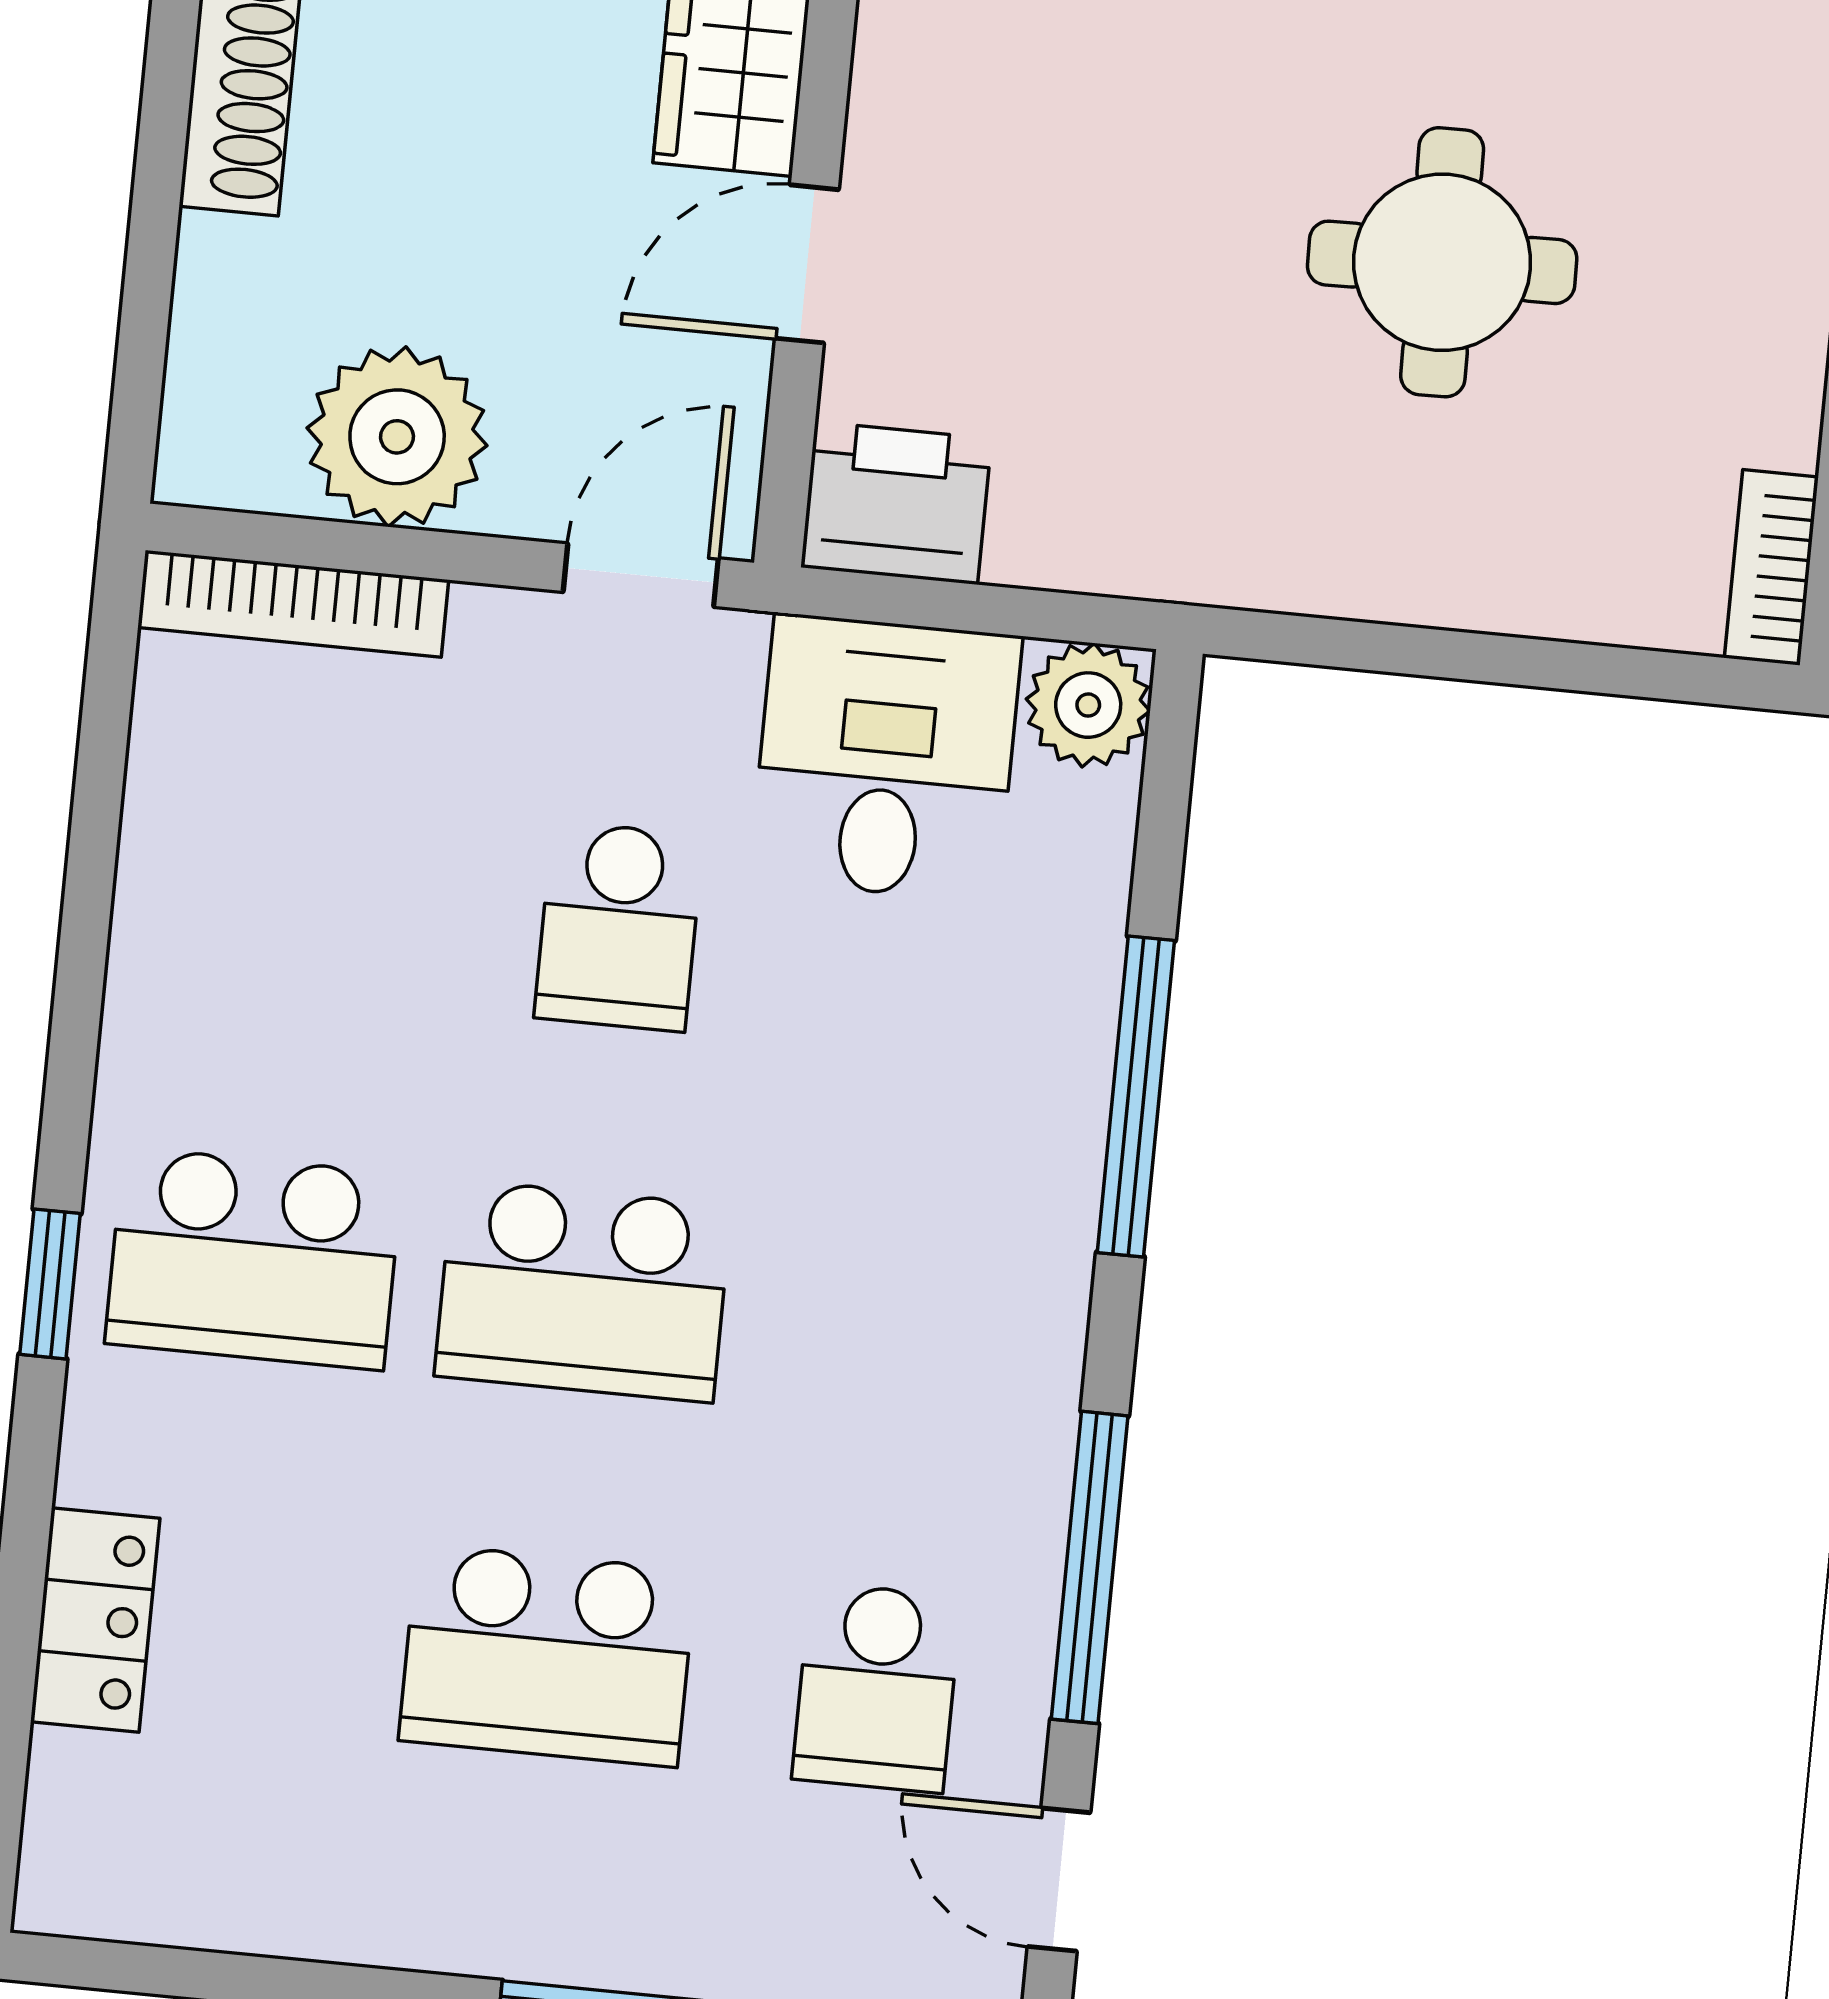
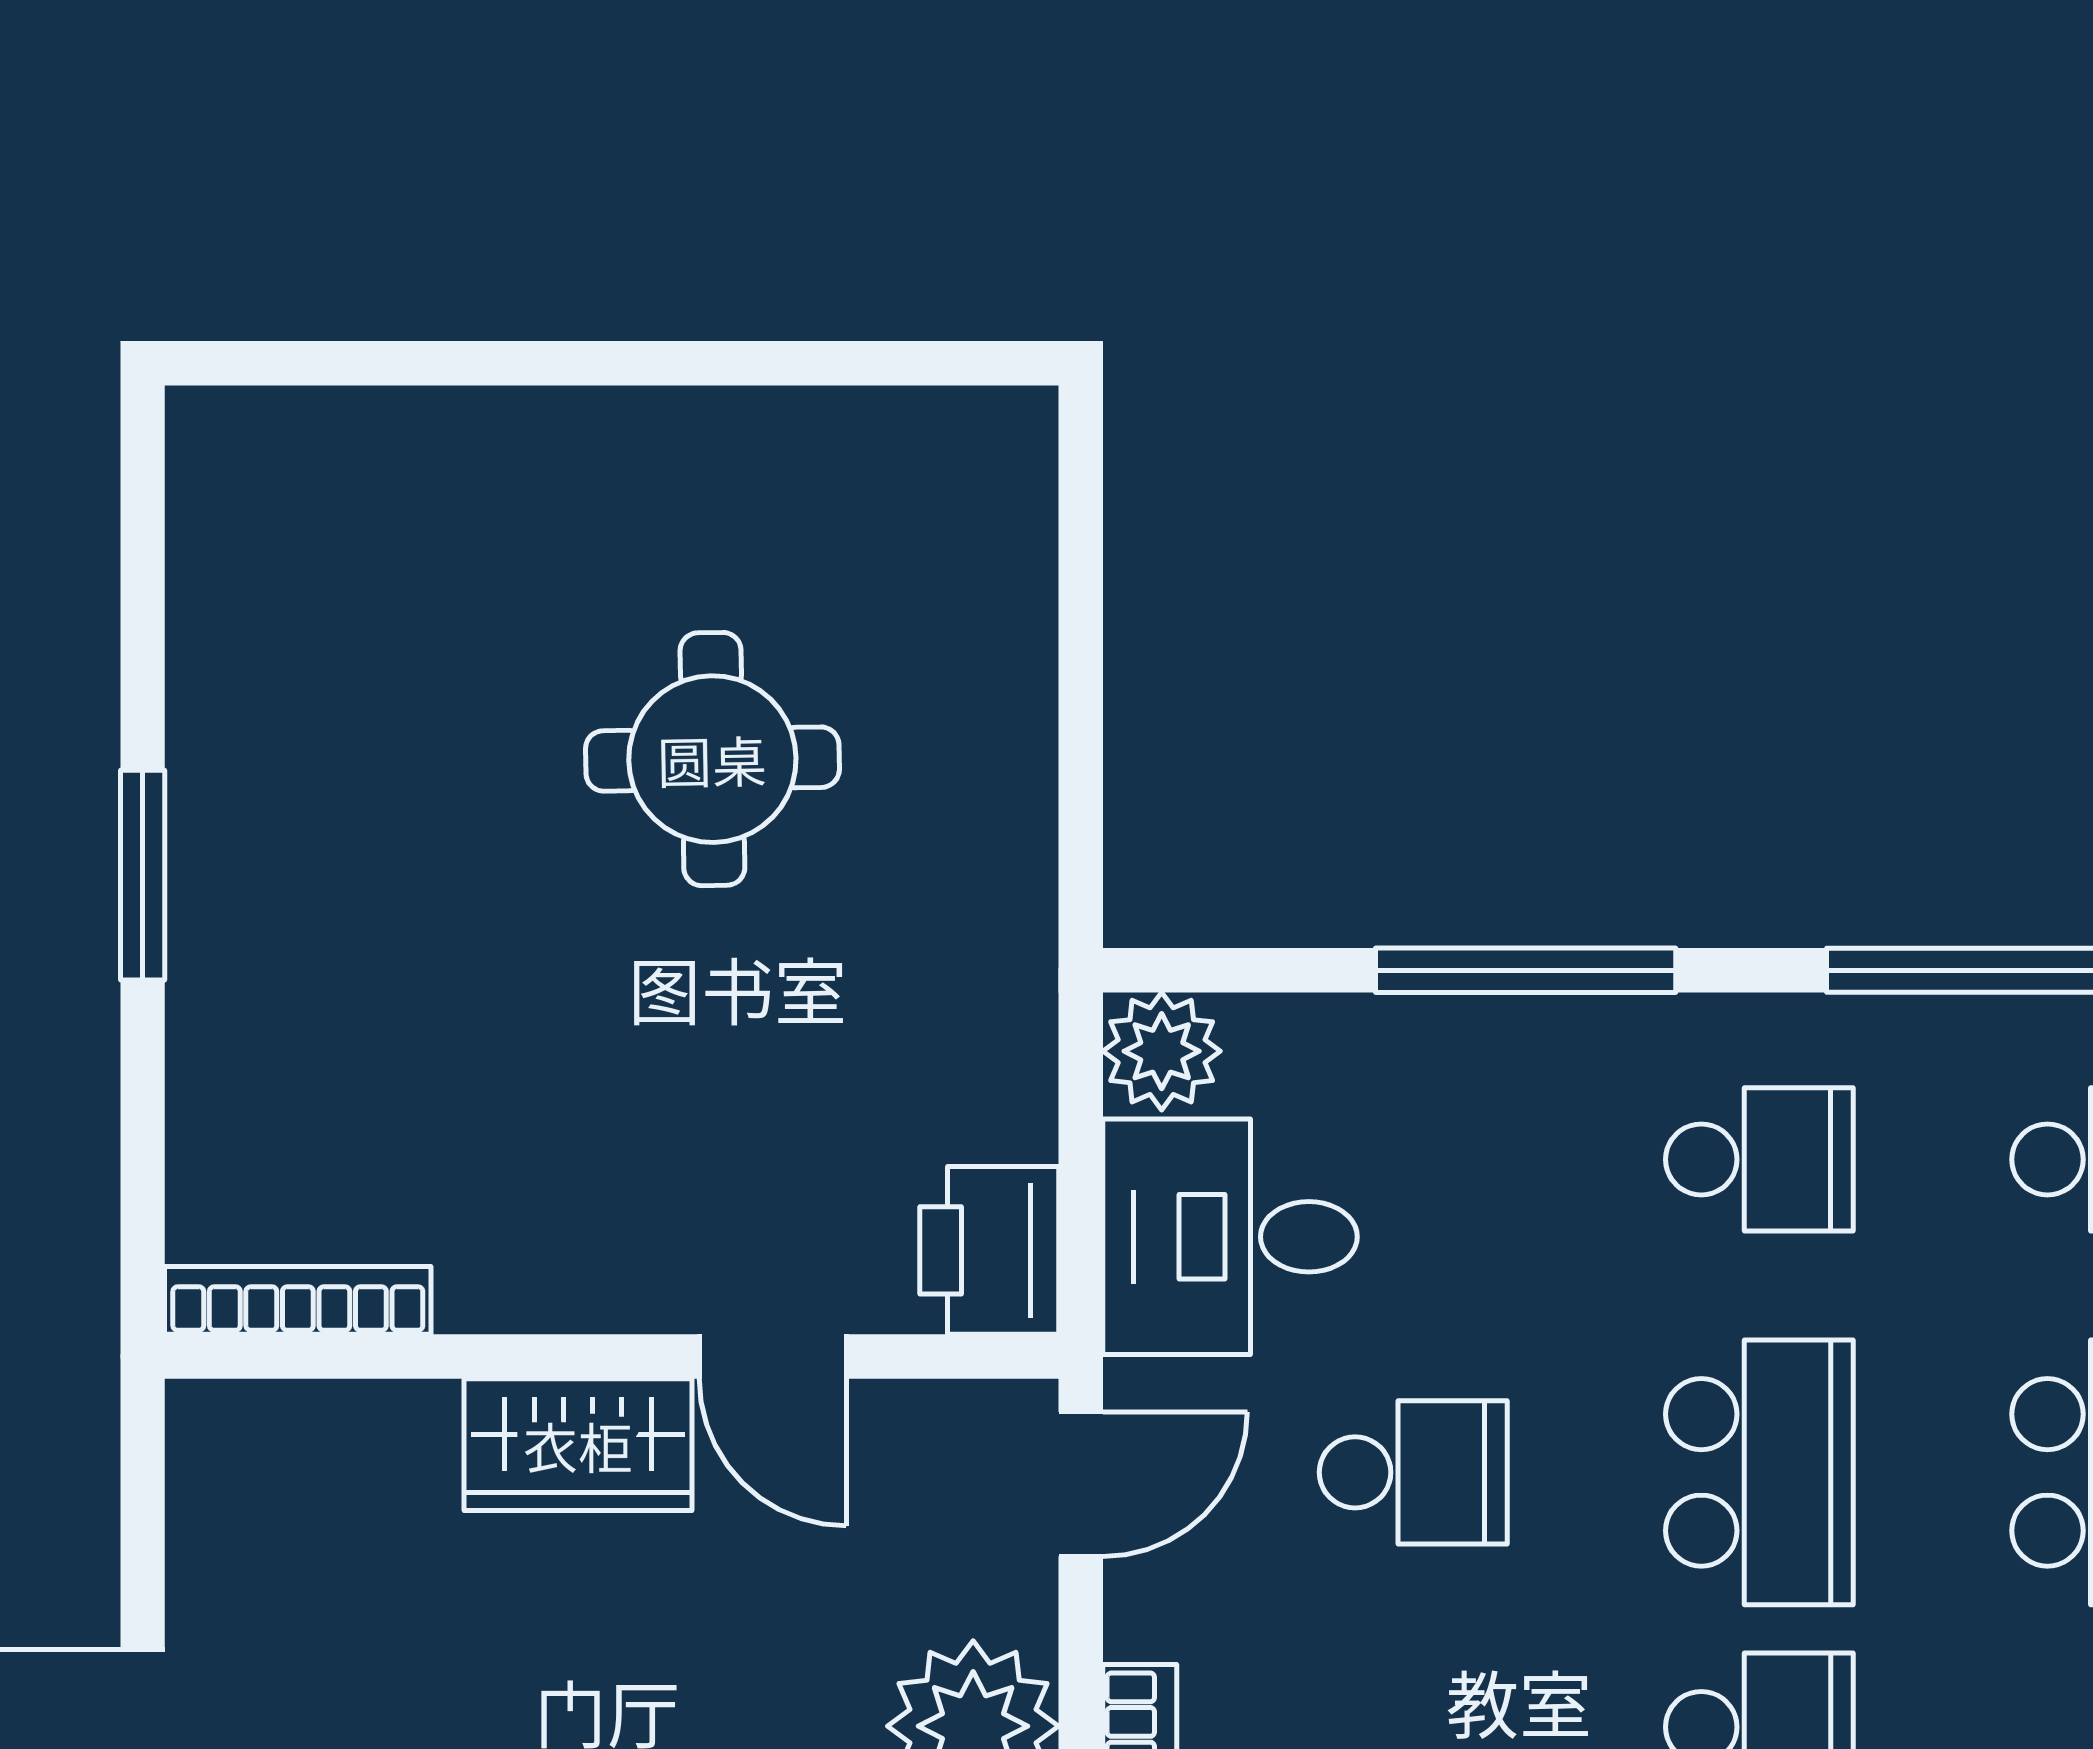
bookcase: (1771, 567) -> (969, 421), removed
door: (641, 575) -> (1081, 1484), swing flipped
school desk: (912, 1323) -> (1759, 1159), added

